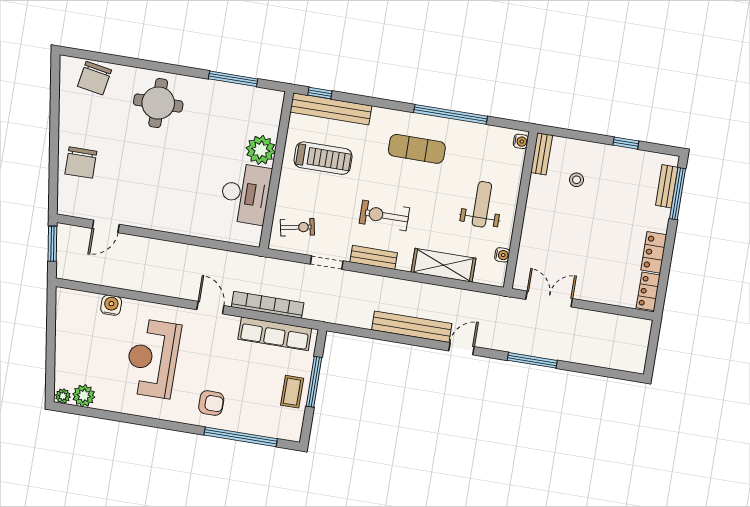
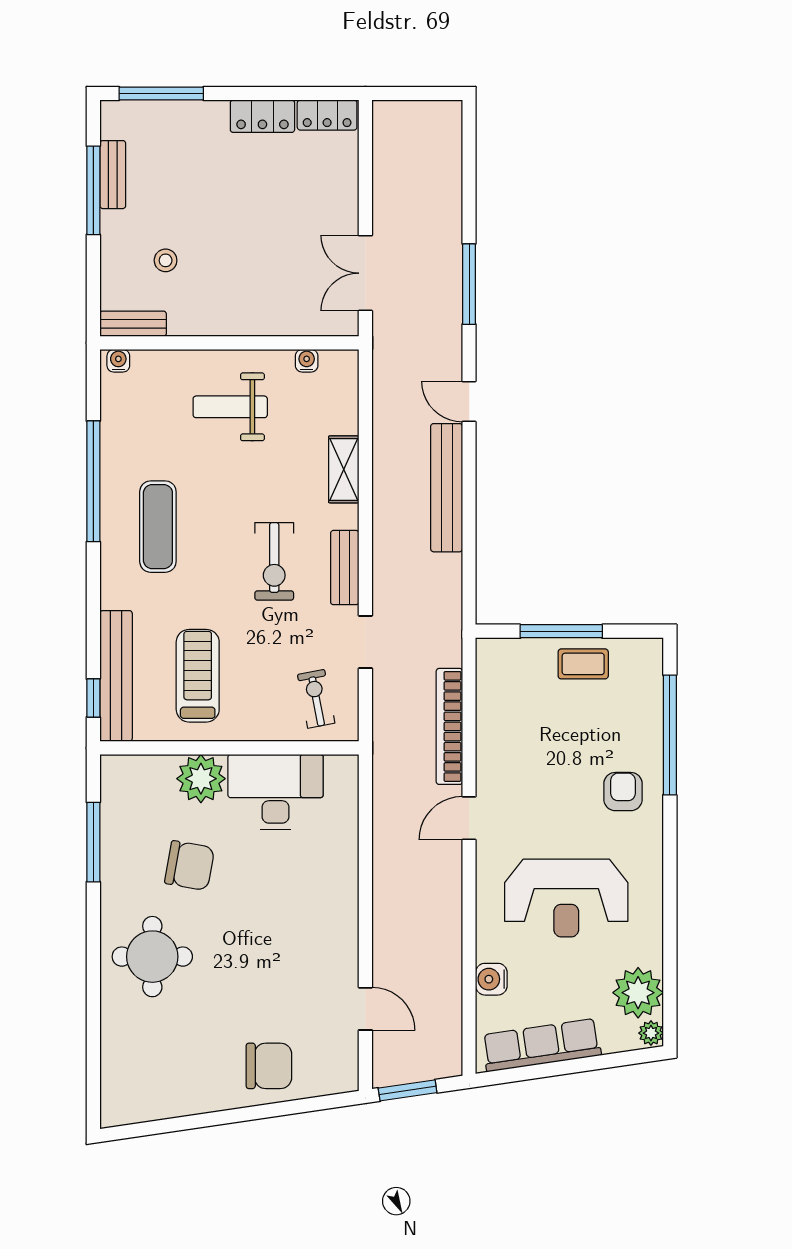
chair: (95, 78) -> (190, 866), moved
window: (626, 143) -> (93, 190), width x2.17
bench: (667, 186) -> (113, 175), moved, turned 90
shelving: (444, 265) -> (344, 469), width x0.67, depth x0.75
row of seats: (275, 334) -> (542, 1045), moved, turned -98
plant: (84, 396) -> (638, 993), width x1.36, depth x1.36

